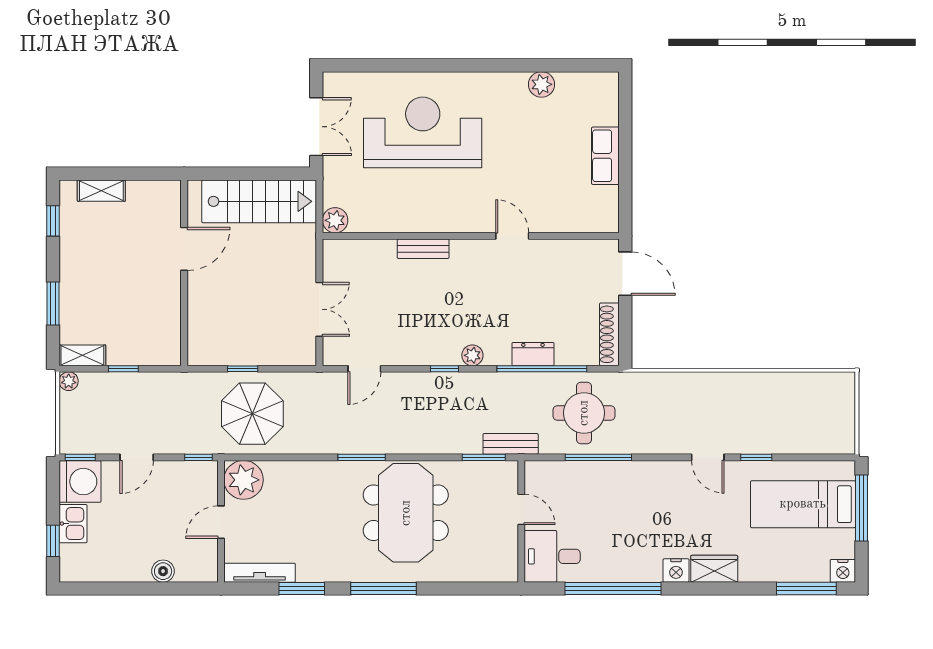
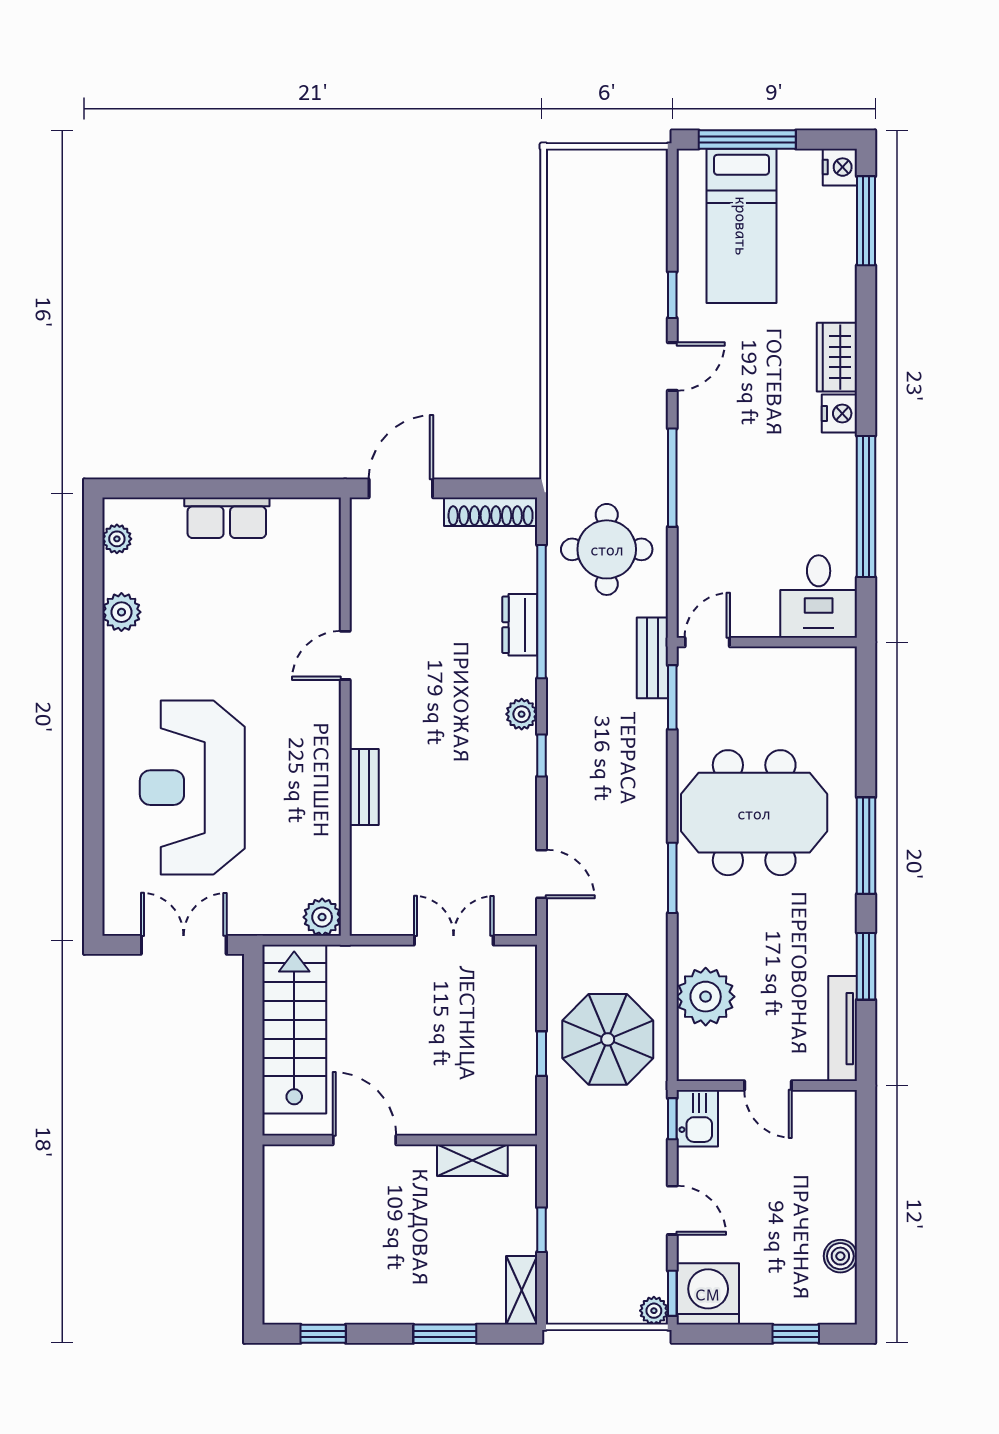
plant: (591, 81) -> (117, 539), added
shelving: (101, 191) -> (472, 1160), moved, turned 90
plant: (69, 381) -> (654, 1311), moved
window: (598, 457) -> (672, 478), moved
plant: (244, 480) -> (706, 997), moved
door: (521, 509) -> (707, 642), moved
kitchen sink: (73, 524) -> (697, 1118), moved, turned 90
boiler: (163, 571) -> (840, 1256), moved

